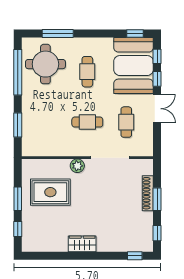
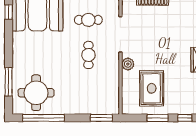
cafe table: (87, 72) -> (43, 55), removed
window: (18, 125) -> (101, 118), moved

